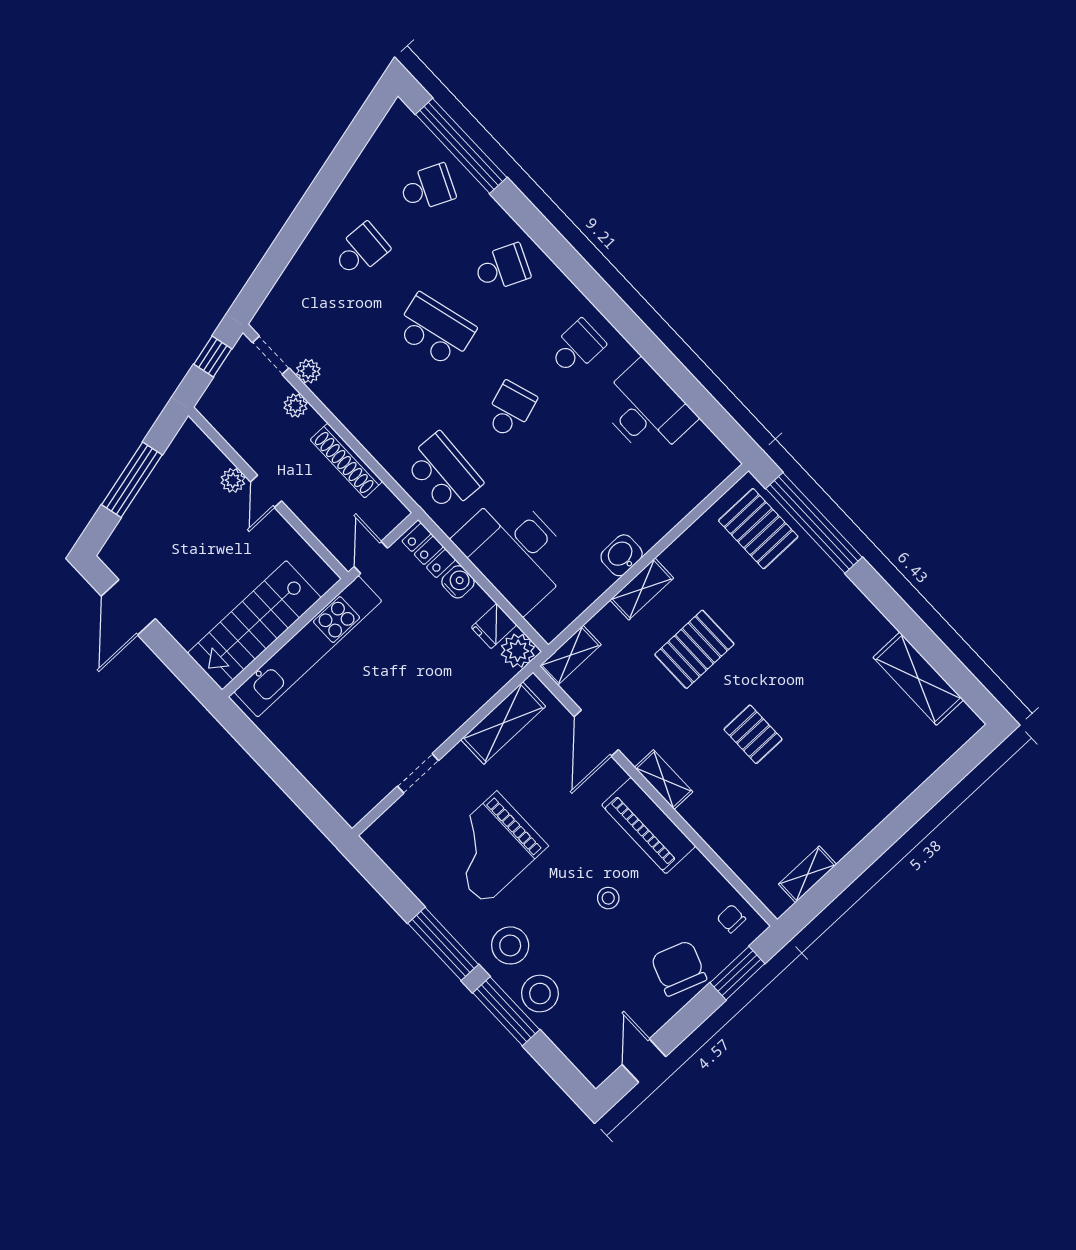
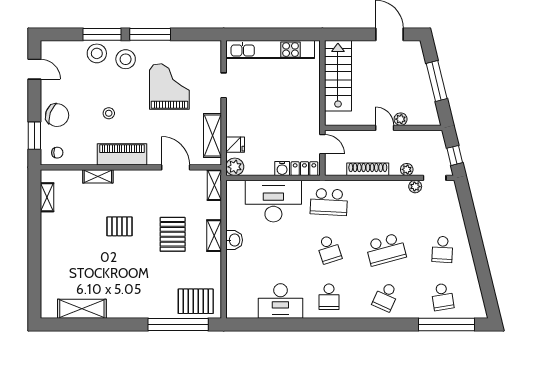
school desk: (427, 188) -> (442, 297), turned -33
fridge: (494, 626) -> (235, 145), moved, turned 90
kitchen unit: (308, 646) -> (270, 50), moved, turned -90
shelving: (664, 780) -> (98, 176), moved

